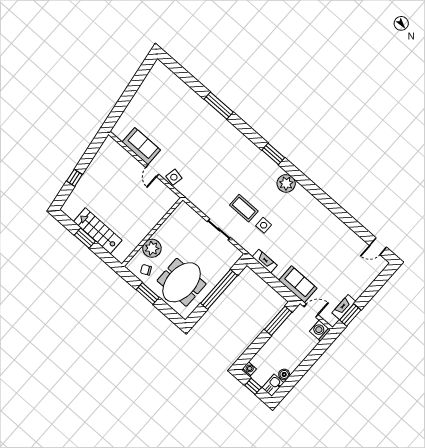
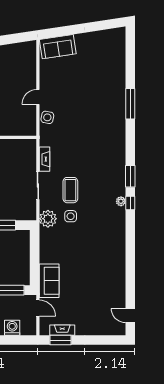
sofa: (141, 146) -> (58, 47), moved, turned 81
window: (293, 172) -> (130, 203), added
plant: (286, 183) -> (121, 201), width x0.53, depth x0.53
plant: (251, 244) -> (48, 219), added
fireplace: (265, 261) -> (45, 159), moved
washing machine: (320, 331) -> (12, 328), moved

